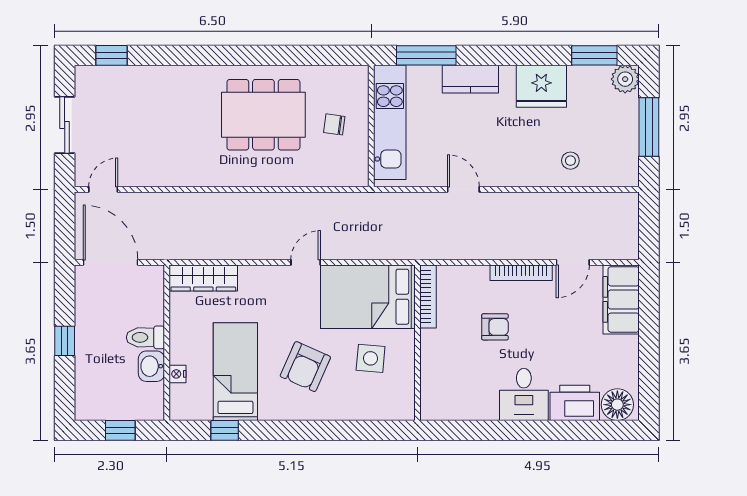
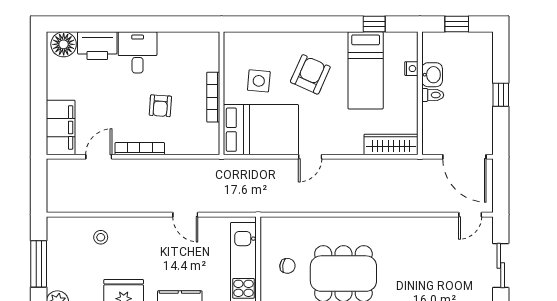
bookcase: (428, 296) -> (213, 97), moved
armchair: (495, 327) -> (160, 106), turned -86
toilet: (145, 337) -> (433, 95), width x0.73, depth x0.72

